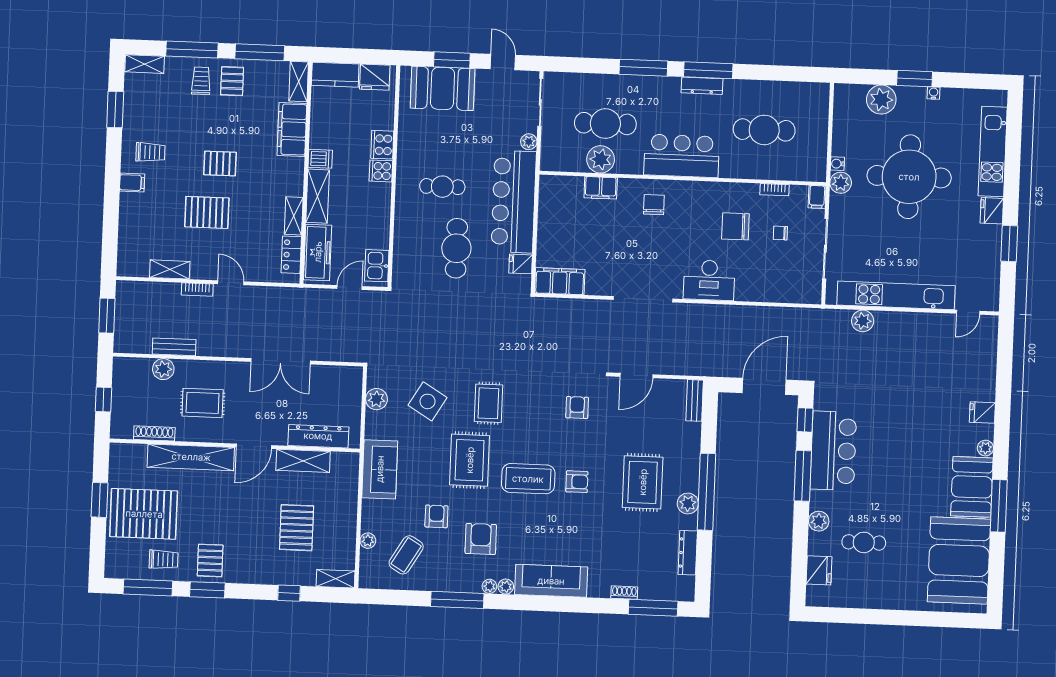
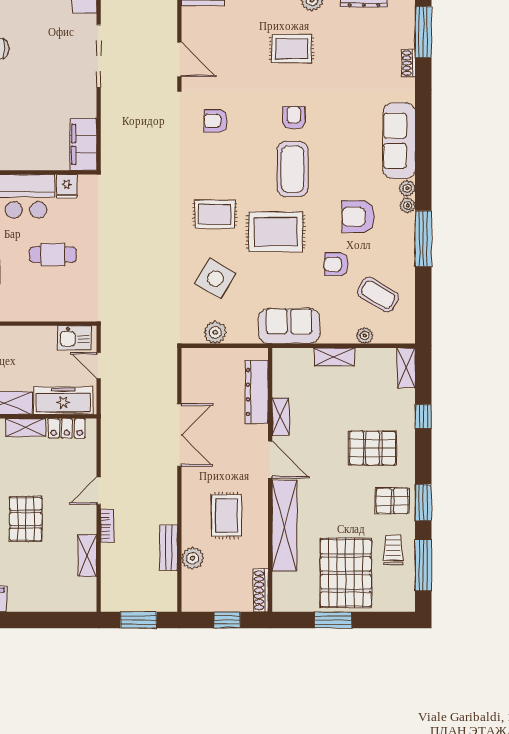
cafe table: (456, 248) -> (53, 255), width x0.73, depth x0.74
shoe rack: (154, 433) -> (261, 590), moved
shelving: (303, 461) -> (281, 417), width x0.67, depth x0.75
rug: (643, 482) -> (292, 49), width x0.73, depth x0.70
shelving: (349, 511) -> (334, 357), added
pallet: (297, 528) -> (373, 448), moved

